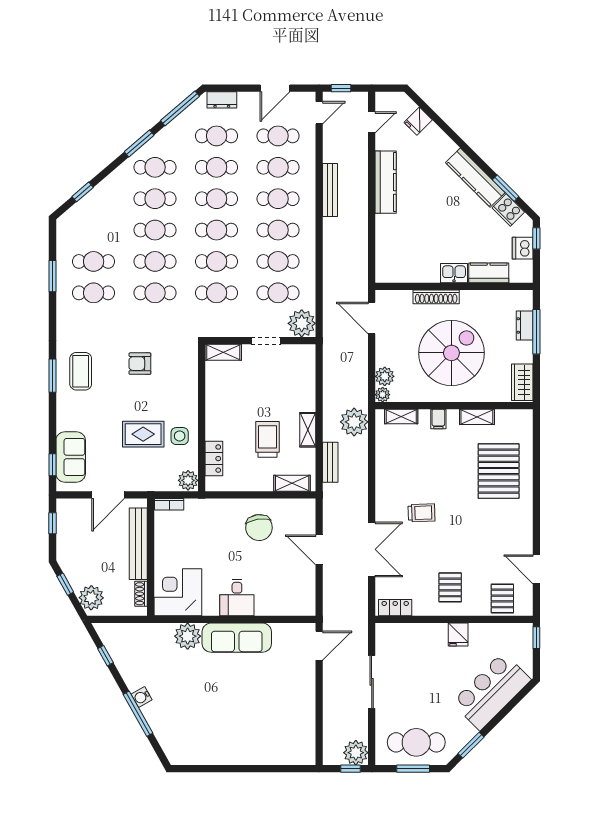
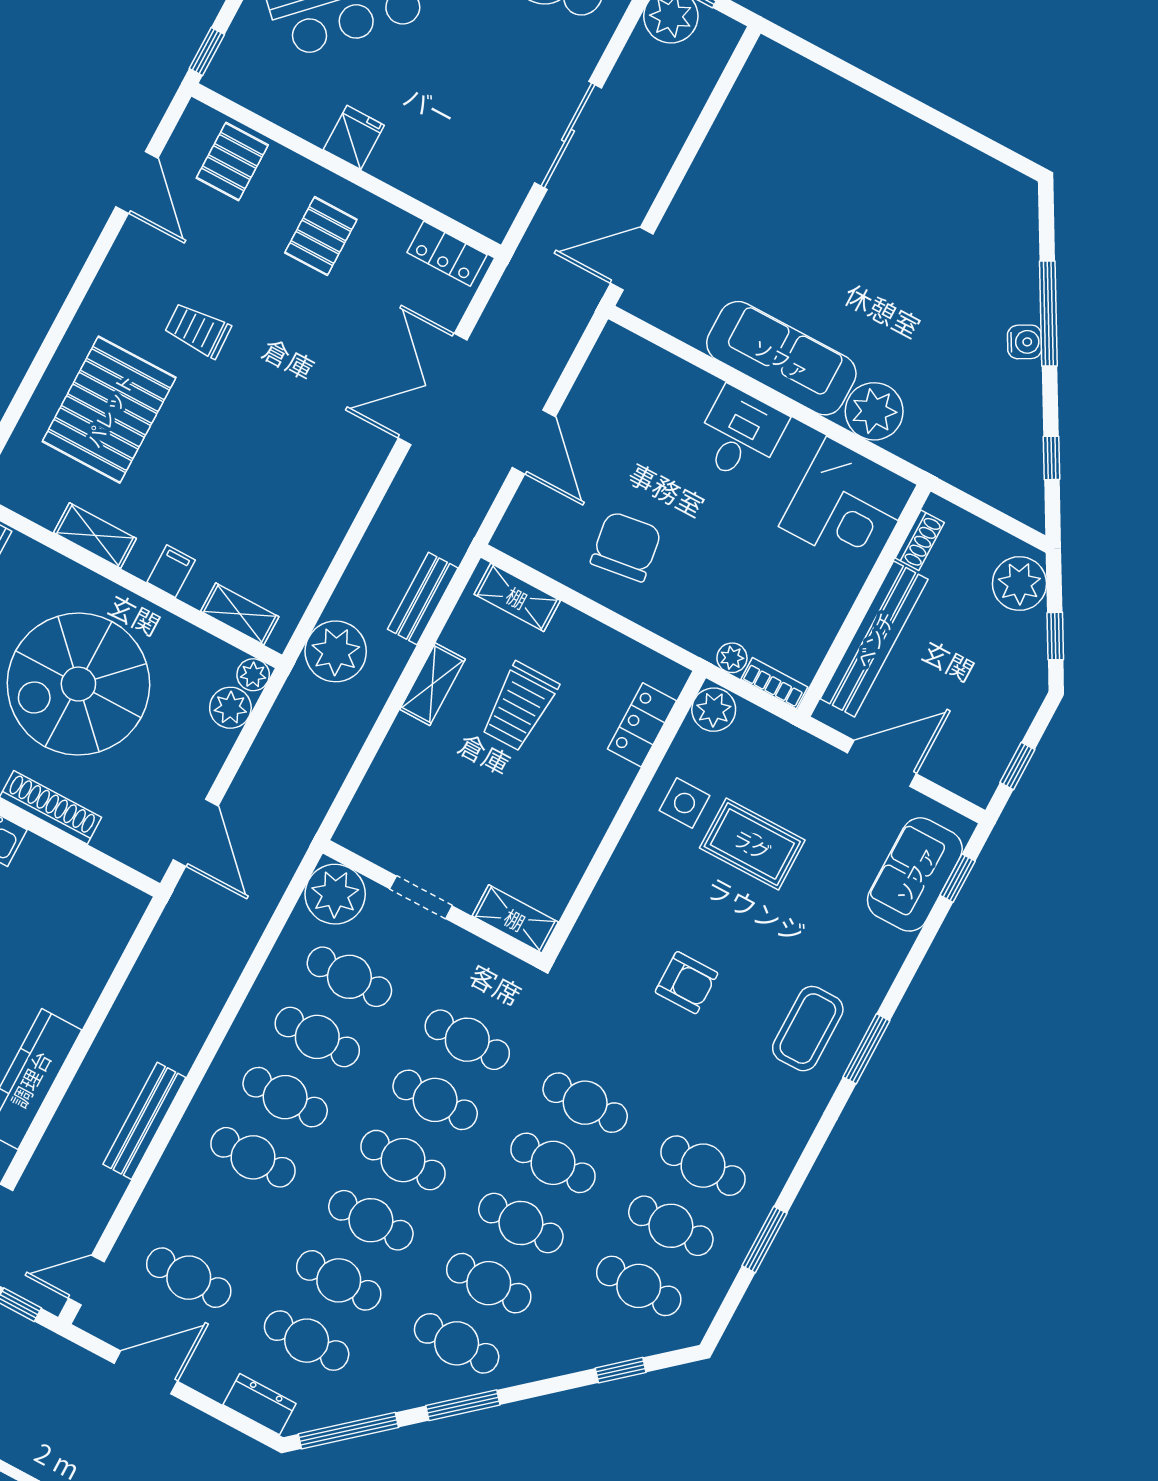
cafe table: (278, 167) -> (639, 1286), moved
plant: (192, 505) -> (732, 658), added
trolley: (421, 513) -> (198, 330), moved

